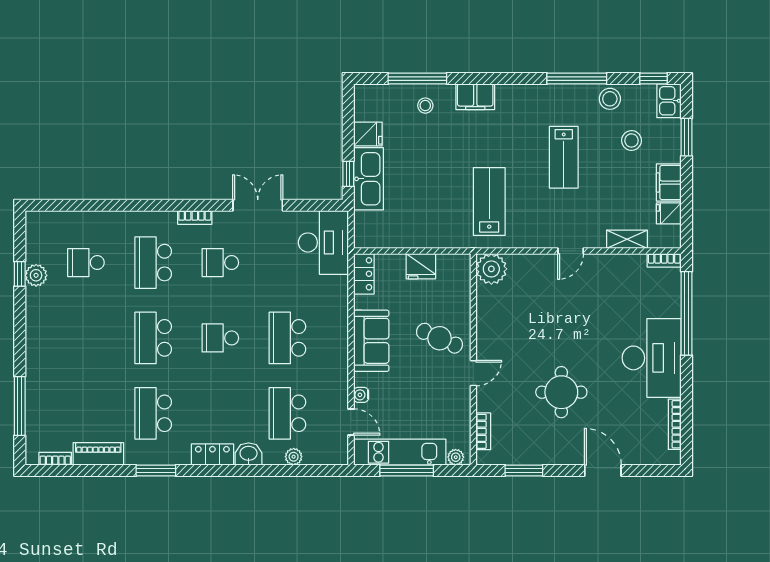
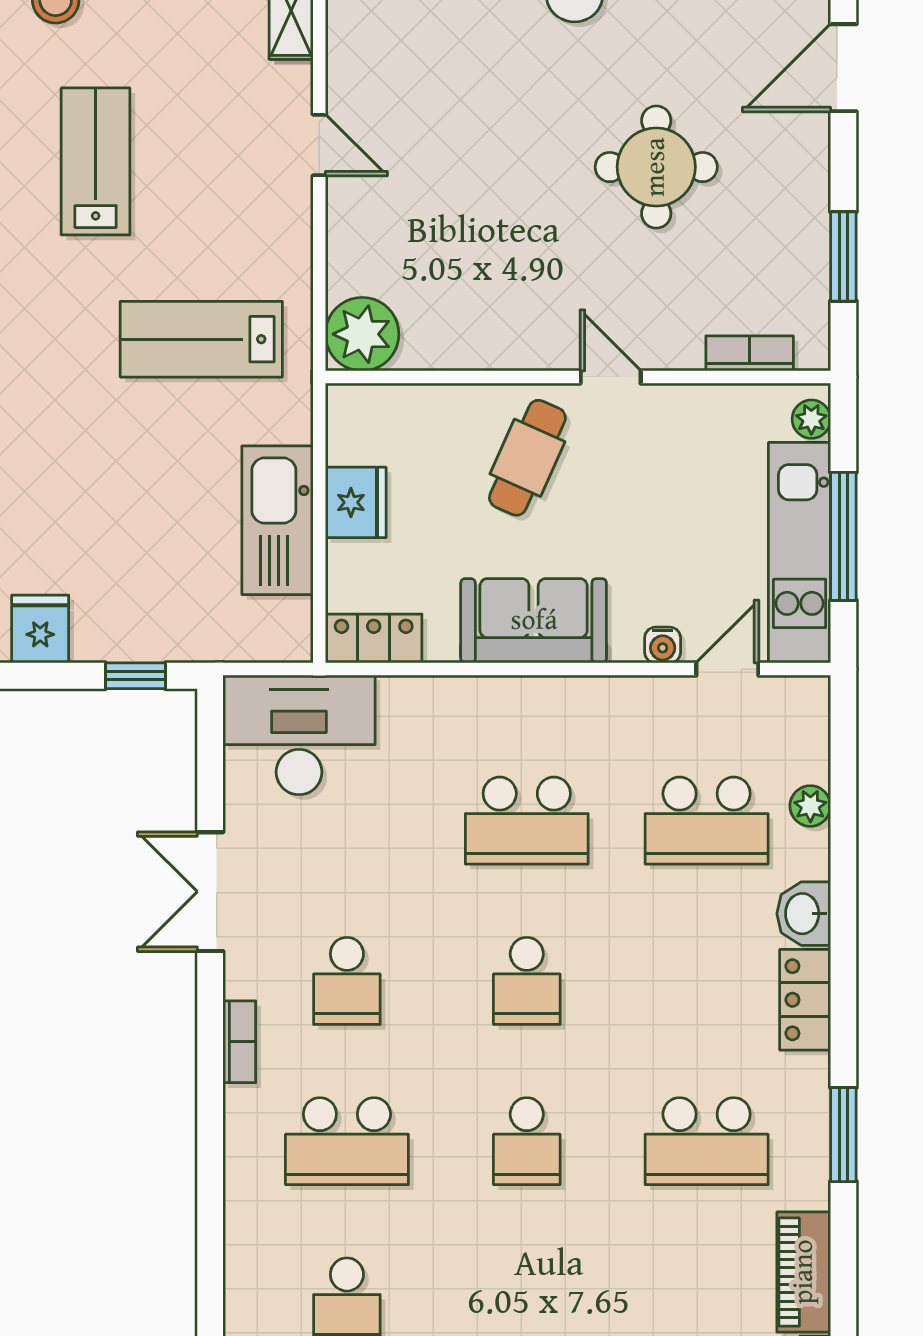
lab bench: (564, 157) -> (96, 161), turned -90
kitchen sink: (369, 179) -> (277, 520), moved, turned -90
school desk: (153, 338) -> (527, 1141), width x0.54

